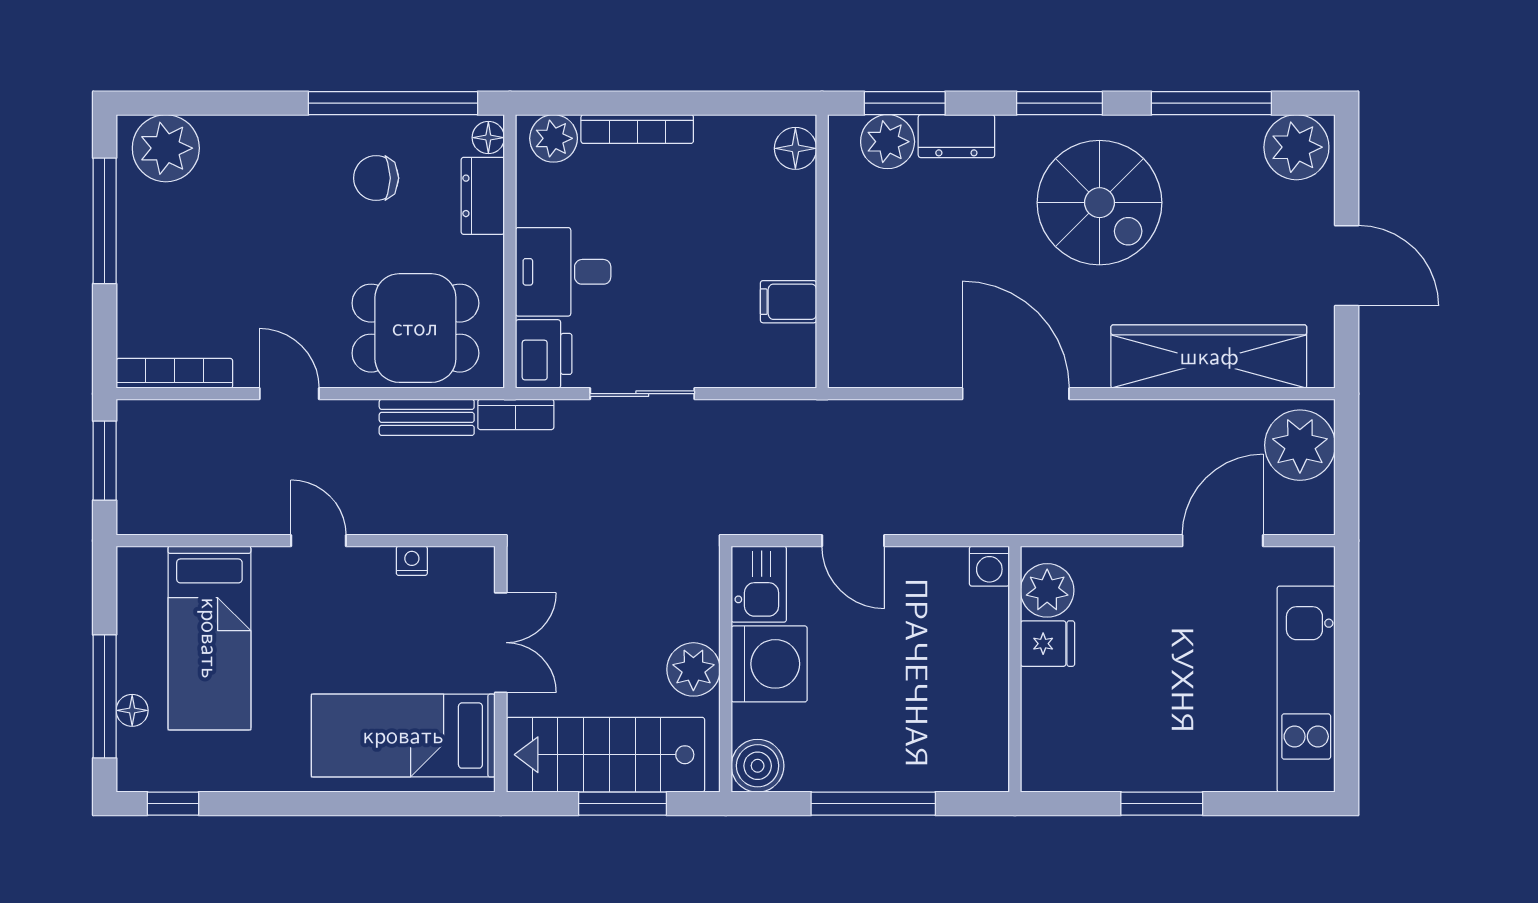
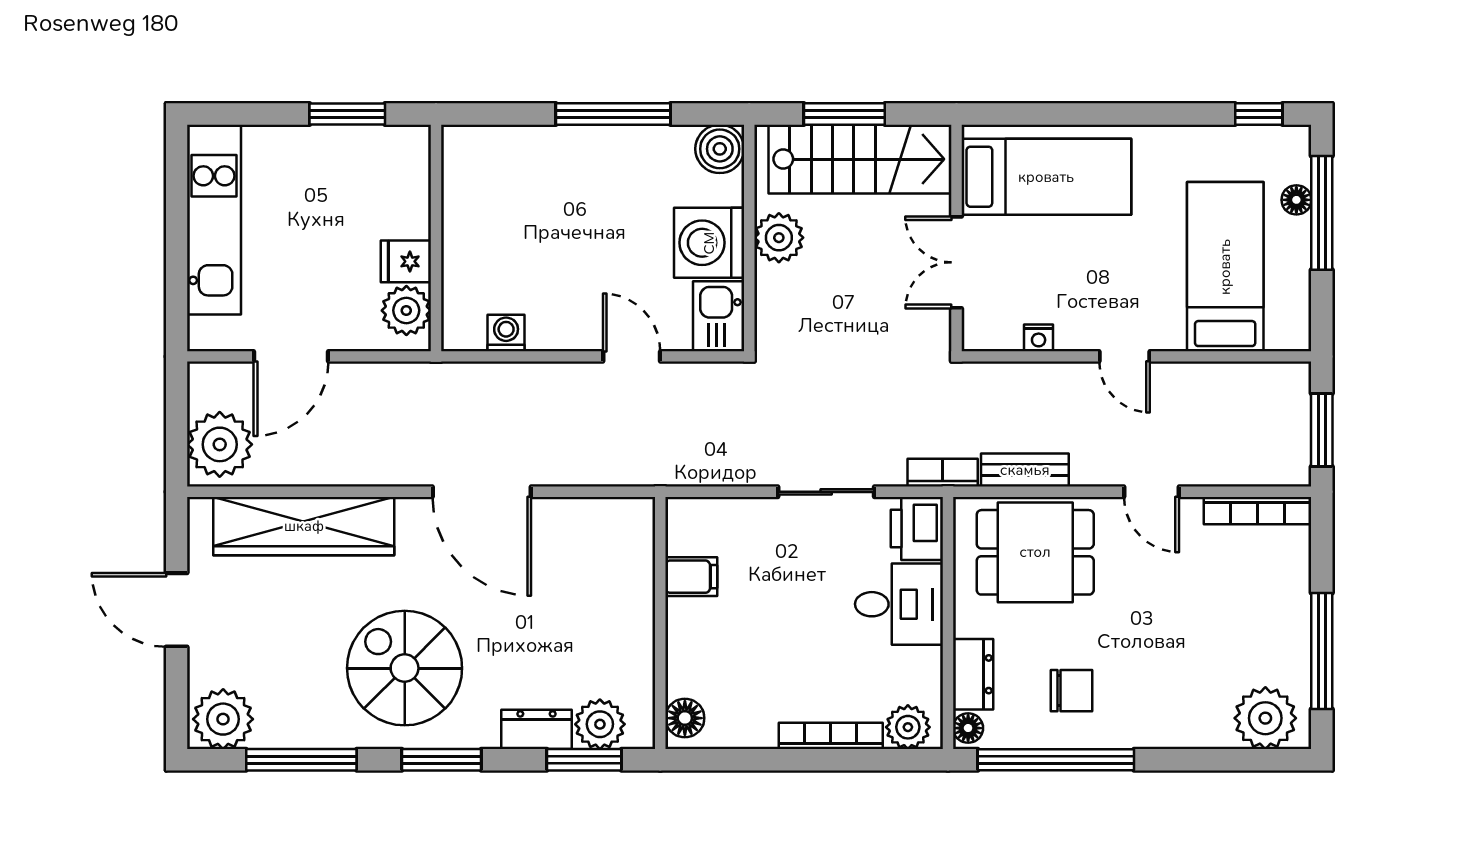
plant: (1047, 590) -> (406, 310), moved
fridge: (1047, 644) -> (406, 261), moved
wall: (1015, 669) -> (436, 238), moved

